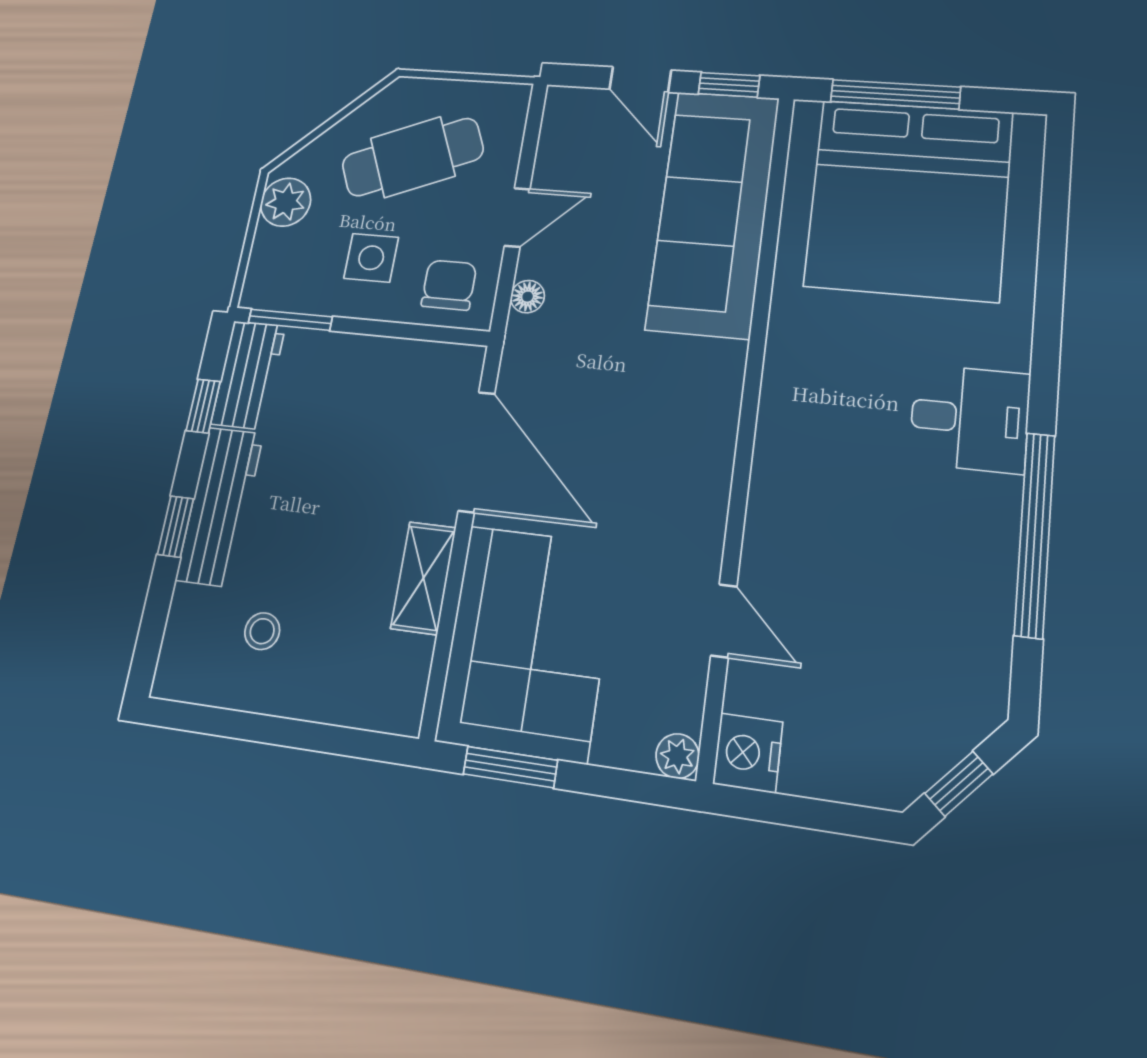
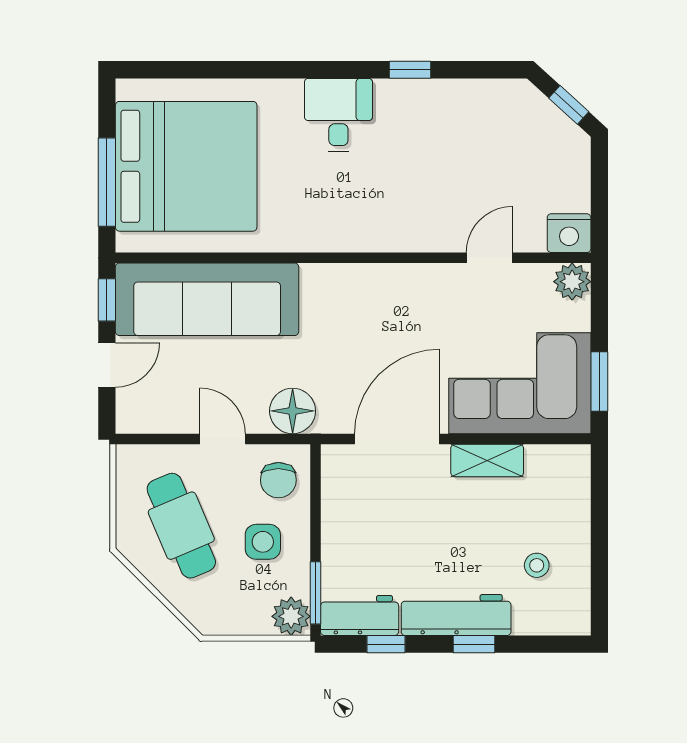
plant: (286, 202) -> (291, 616), moved
chair: (449, 285) -> (278, 480), turned -90
floor lamp: (528, 297) -> (293, 411), width x1.89, depth x1.89
window: (1035, 534) -> (410, 70), width x0.32
plant: (678, 756) -> (572, 282), width x1.38, depth x1.38

